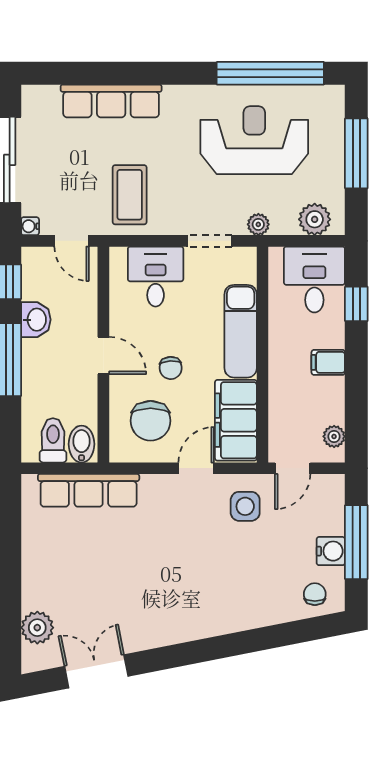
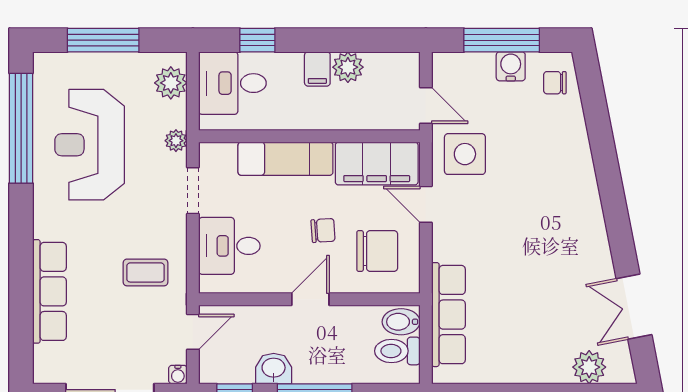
coffee table: (130, 195) -> (146, 272), width x0.73, depth x0.77
plant: (334, 436) -> (348, 67), moved, width x1.38, depth x1.38
side table: (245, 506) -> (465, 154), width x1.37, depth x1.37

